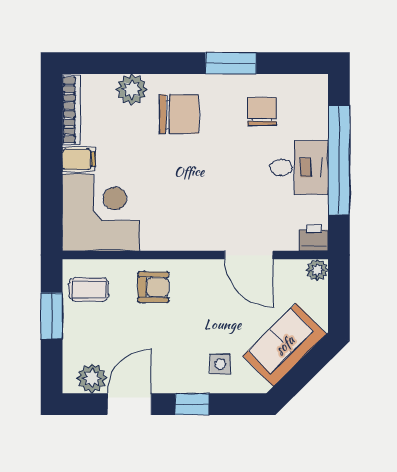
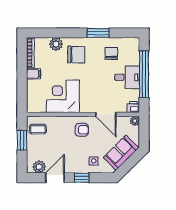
corner desk: (101, 212) -> (63, 96), moved, turned -90
armchair: (153, 287) -> (82, 130), moved

